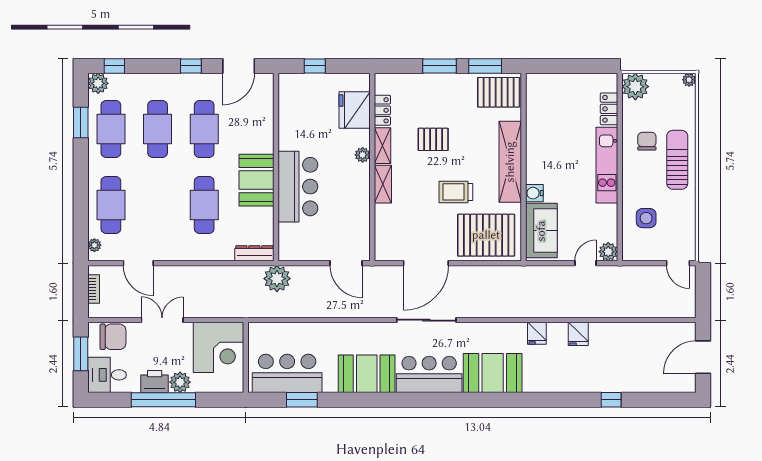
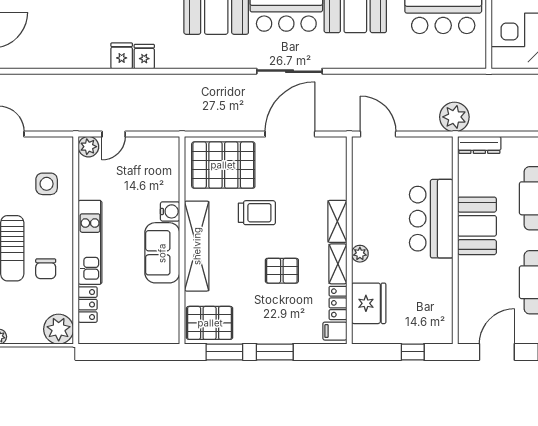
filing cabinet: (385, 85) -> (335, 331), added
sofa: (541, 231) -> (162, 253), moved
fridge: (537, 333) -> (144, 57), moved

